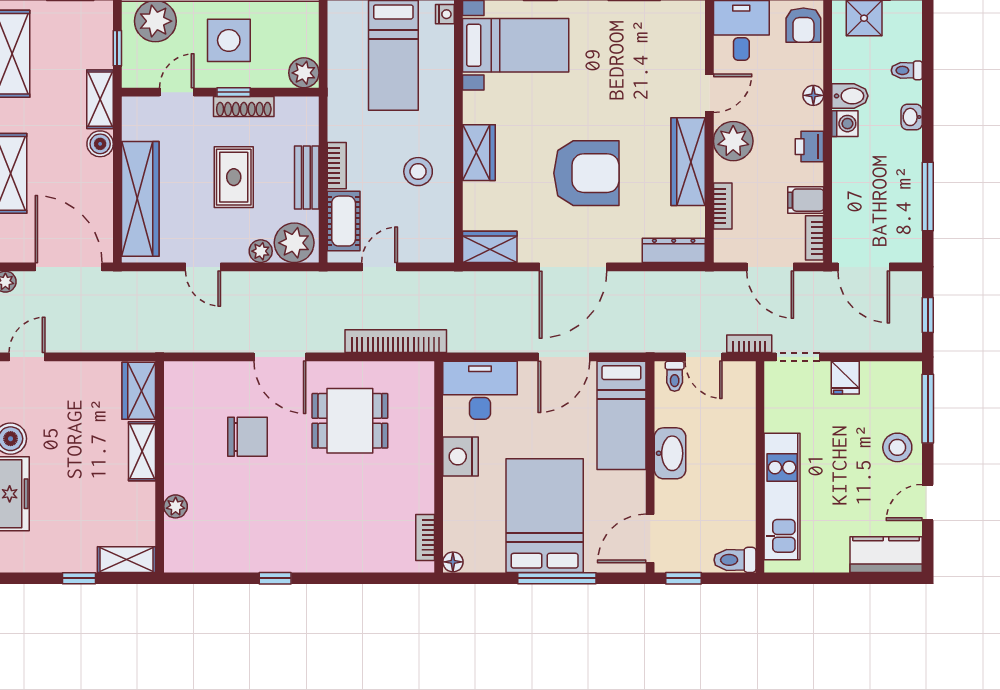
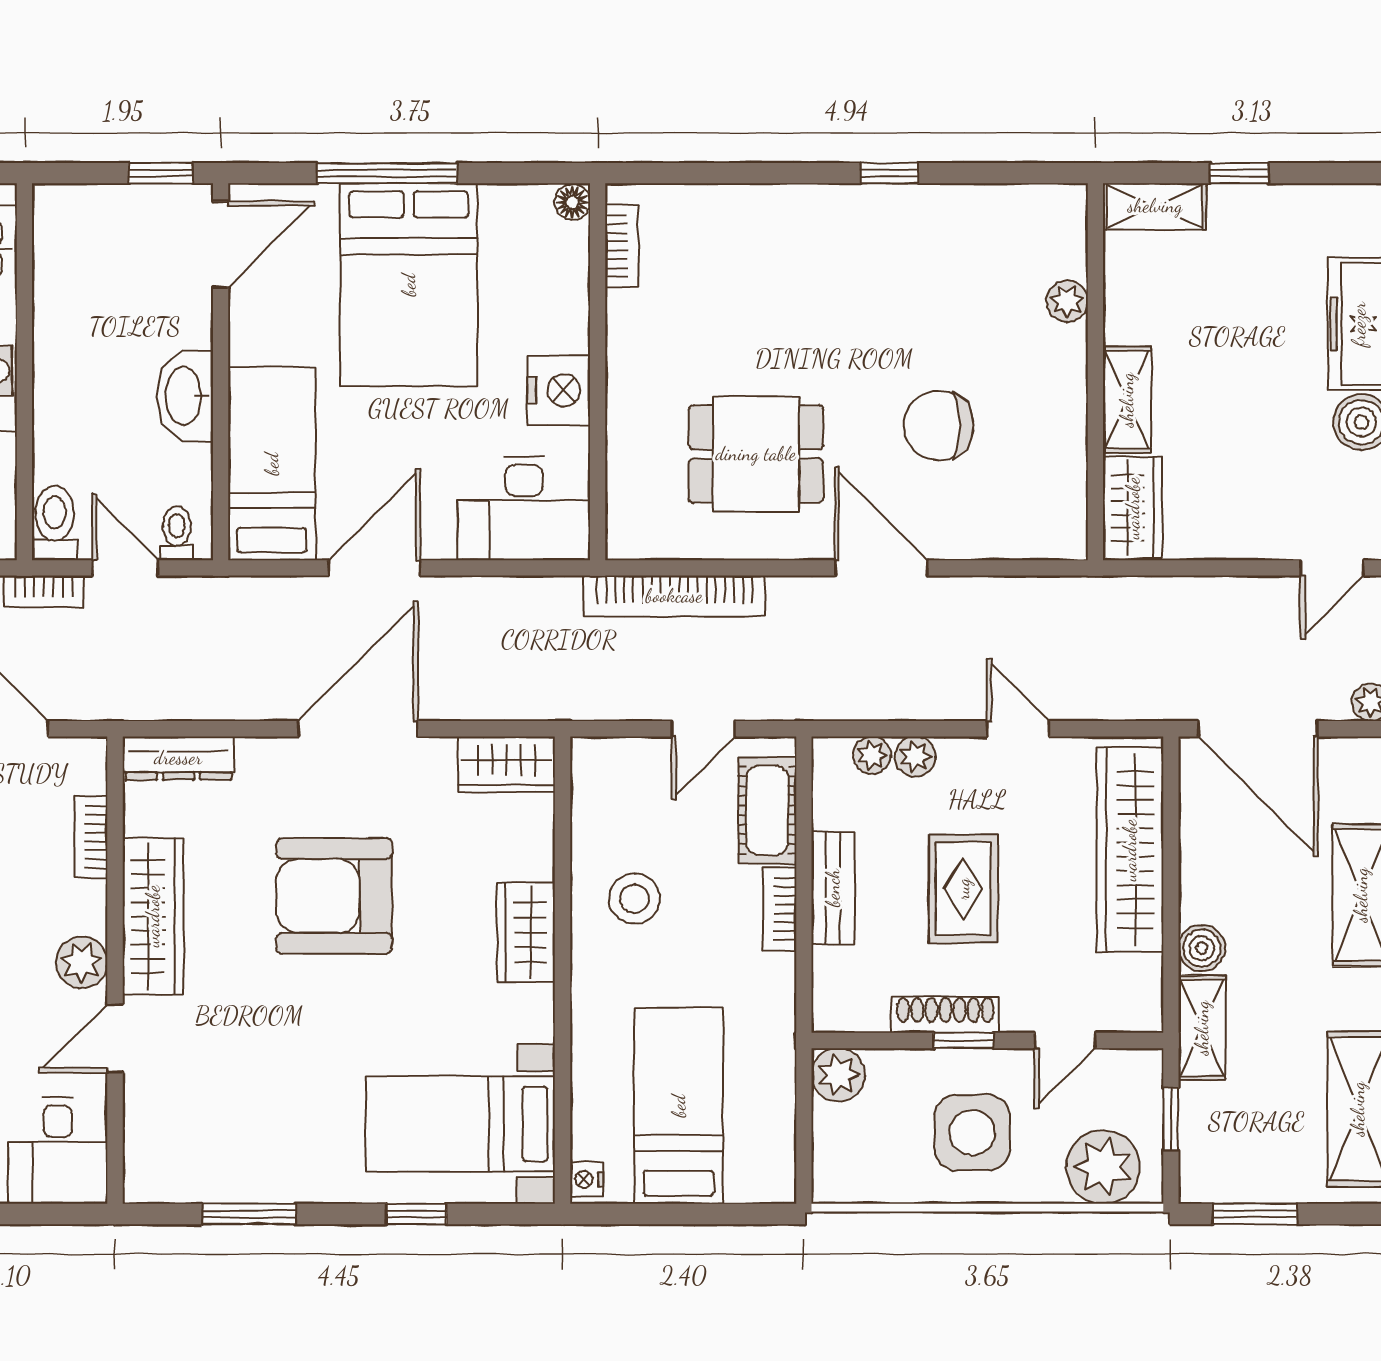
plant: (733, 141) -> (82, 962), width x0.73, depth x0.73
plant: (294, 243) -> (872, 755), width x0.53, depth x0.53
toilet: (735, 560) -> (55, 523), moved, turned -90

